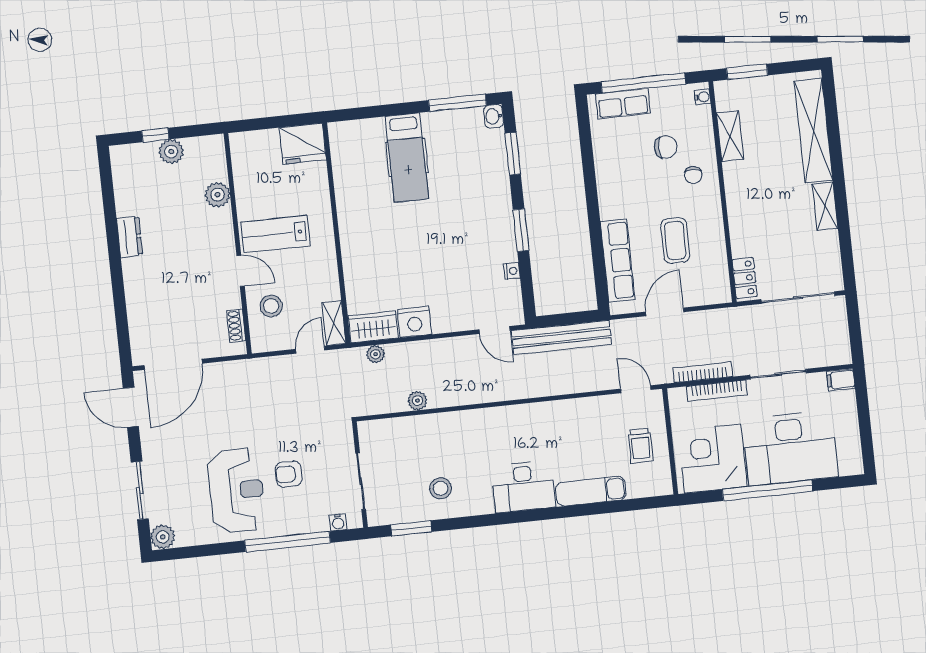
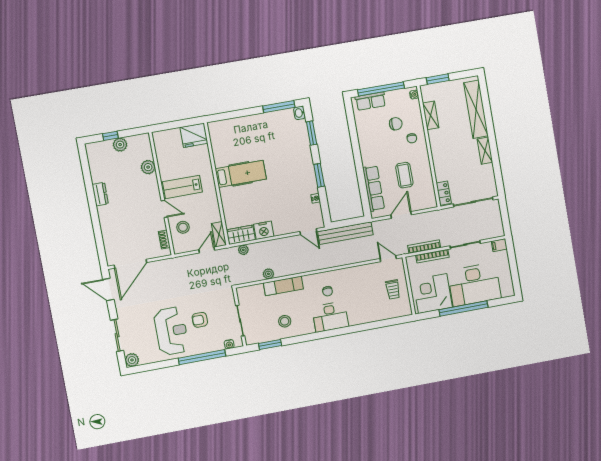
hospital bed: (407, 158) -> (241, 174), moved, turned -90
chair: (522, 440) -> (328, 291), added
exam couch: (591, 491) -> (283, 286), moved, turned 180

